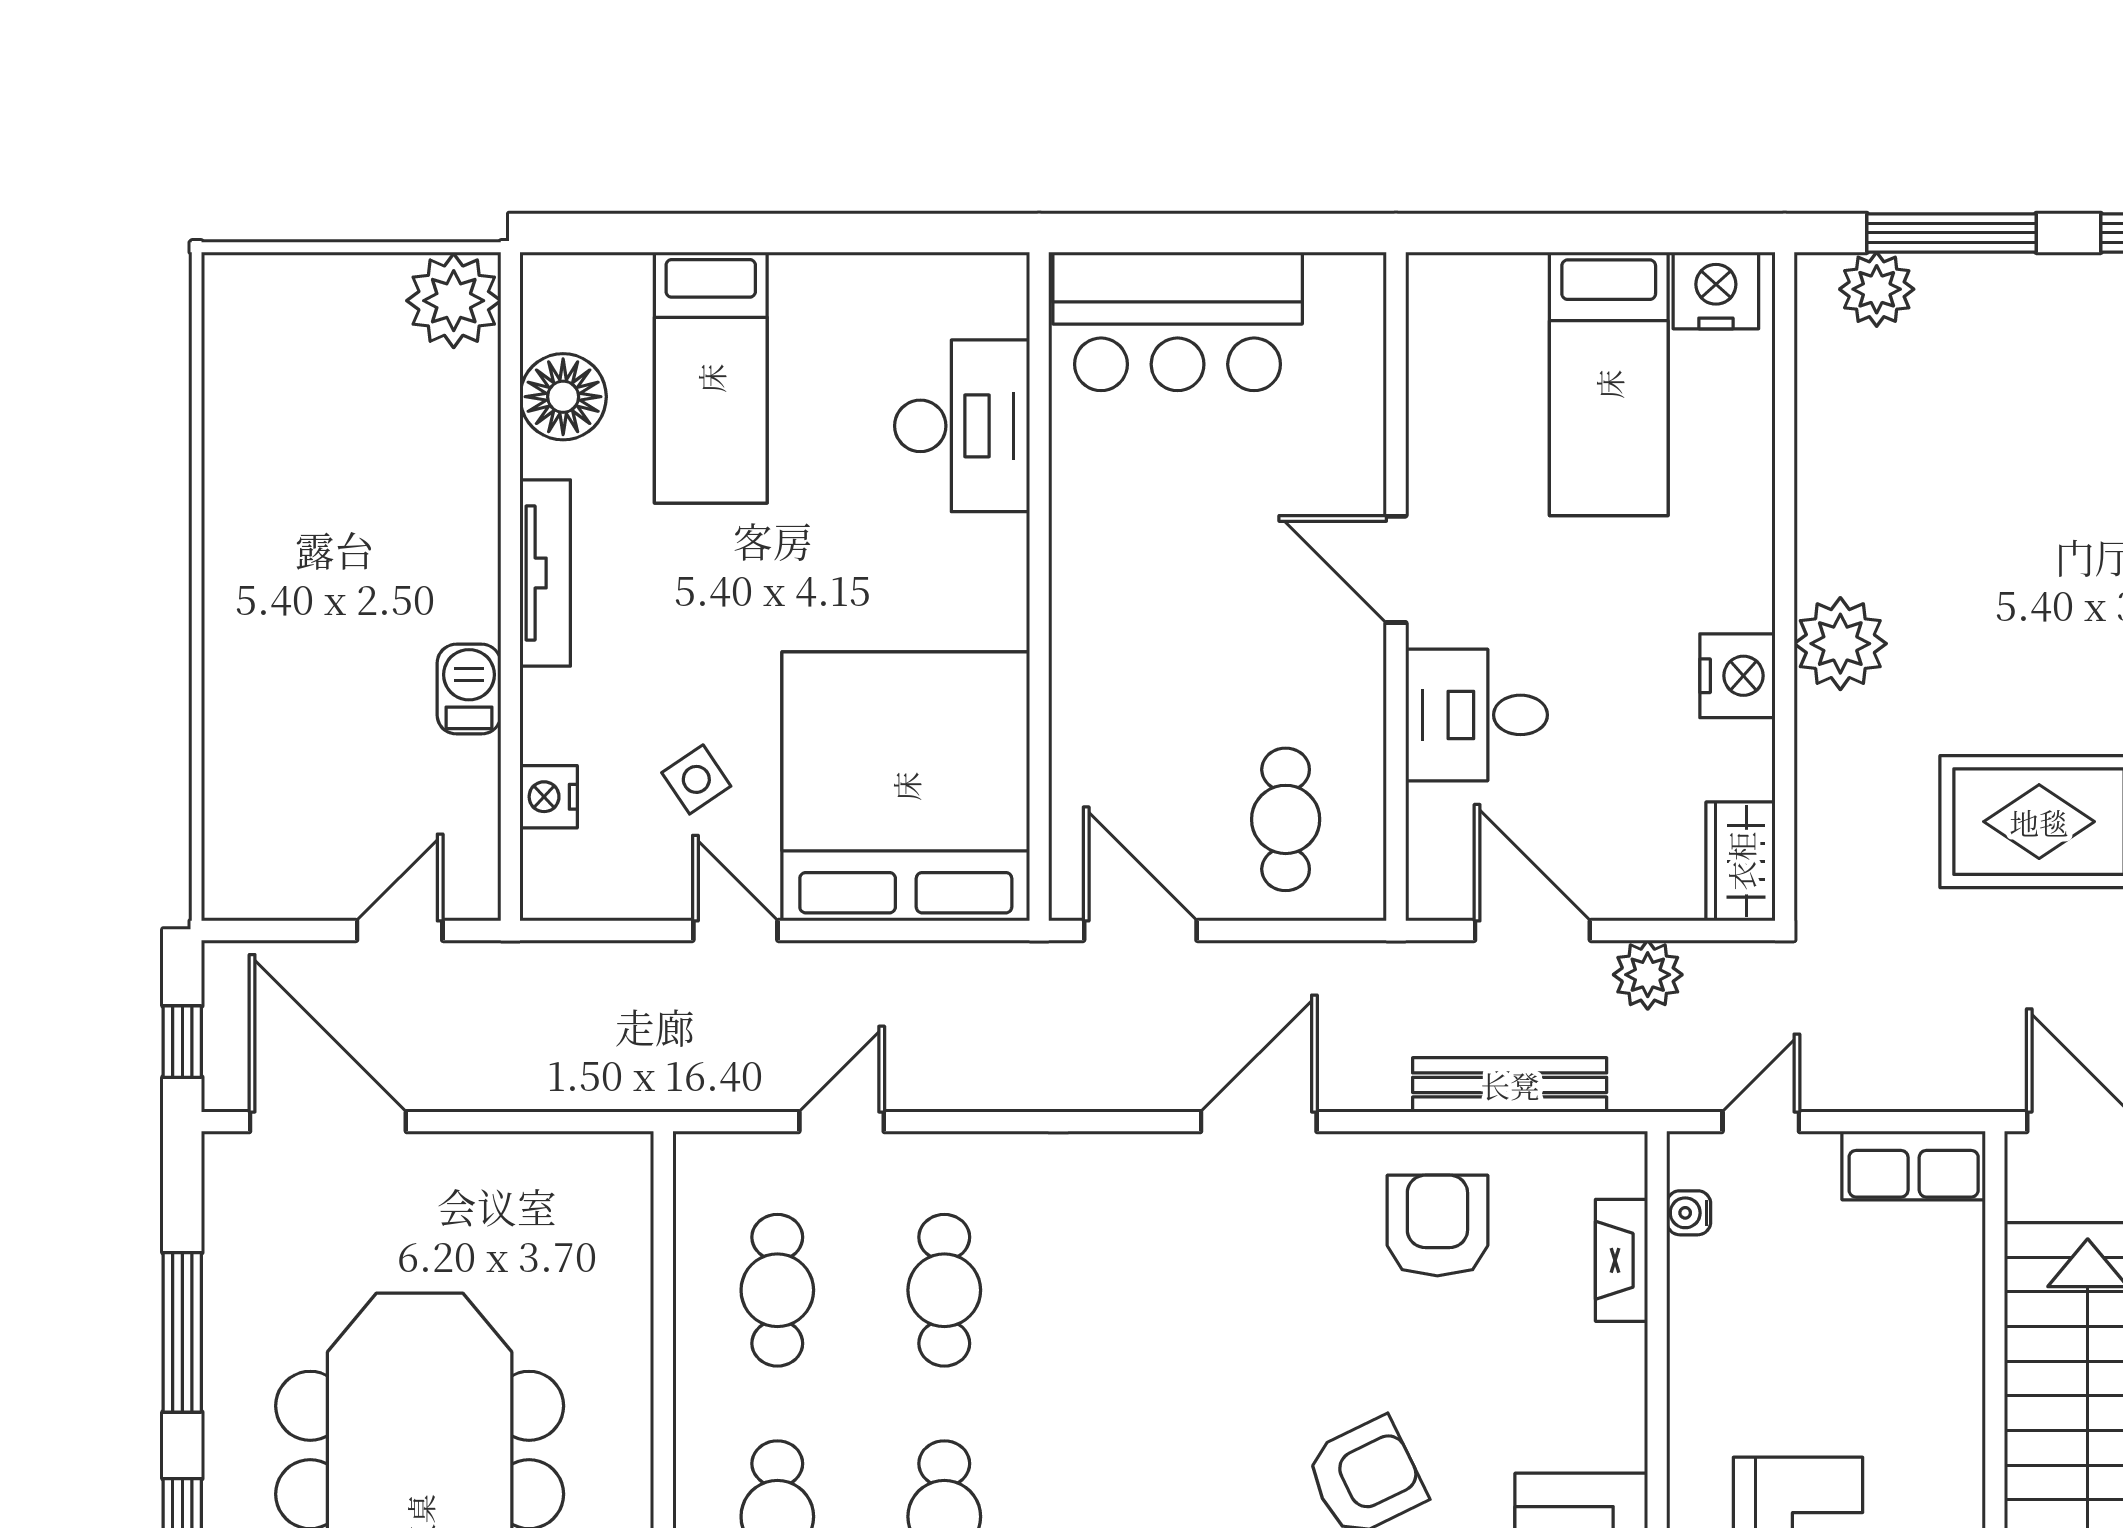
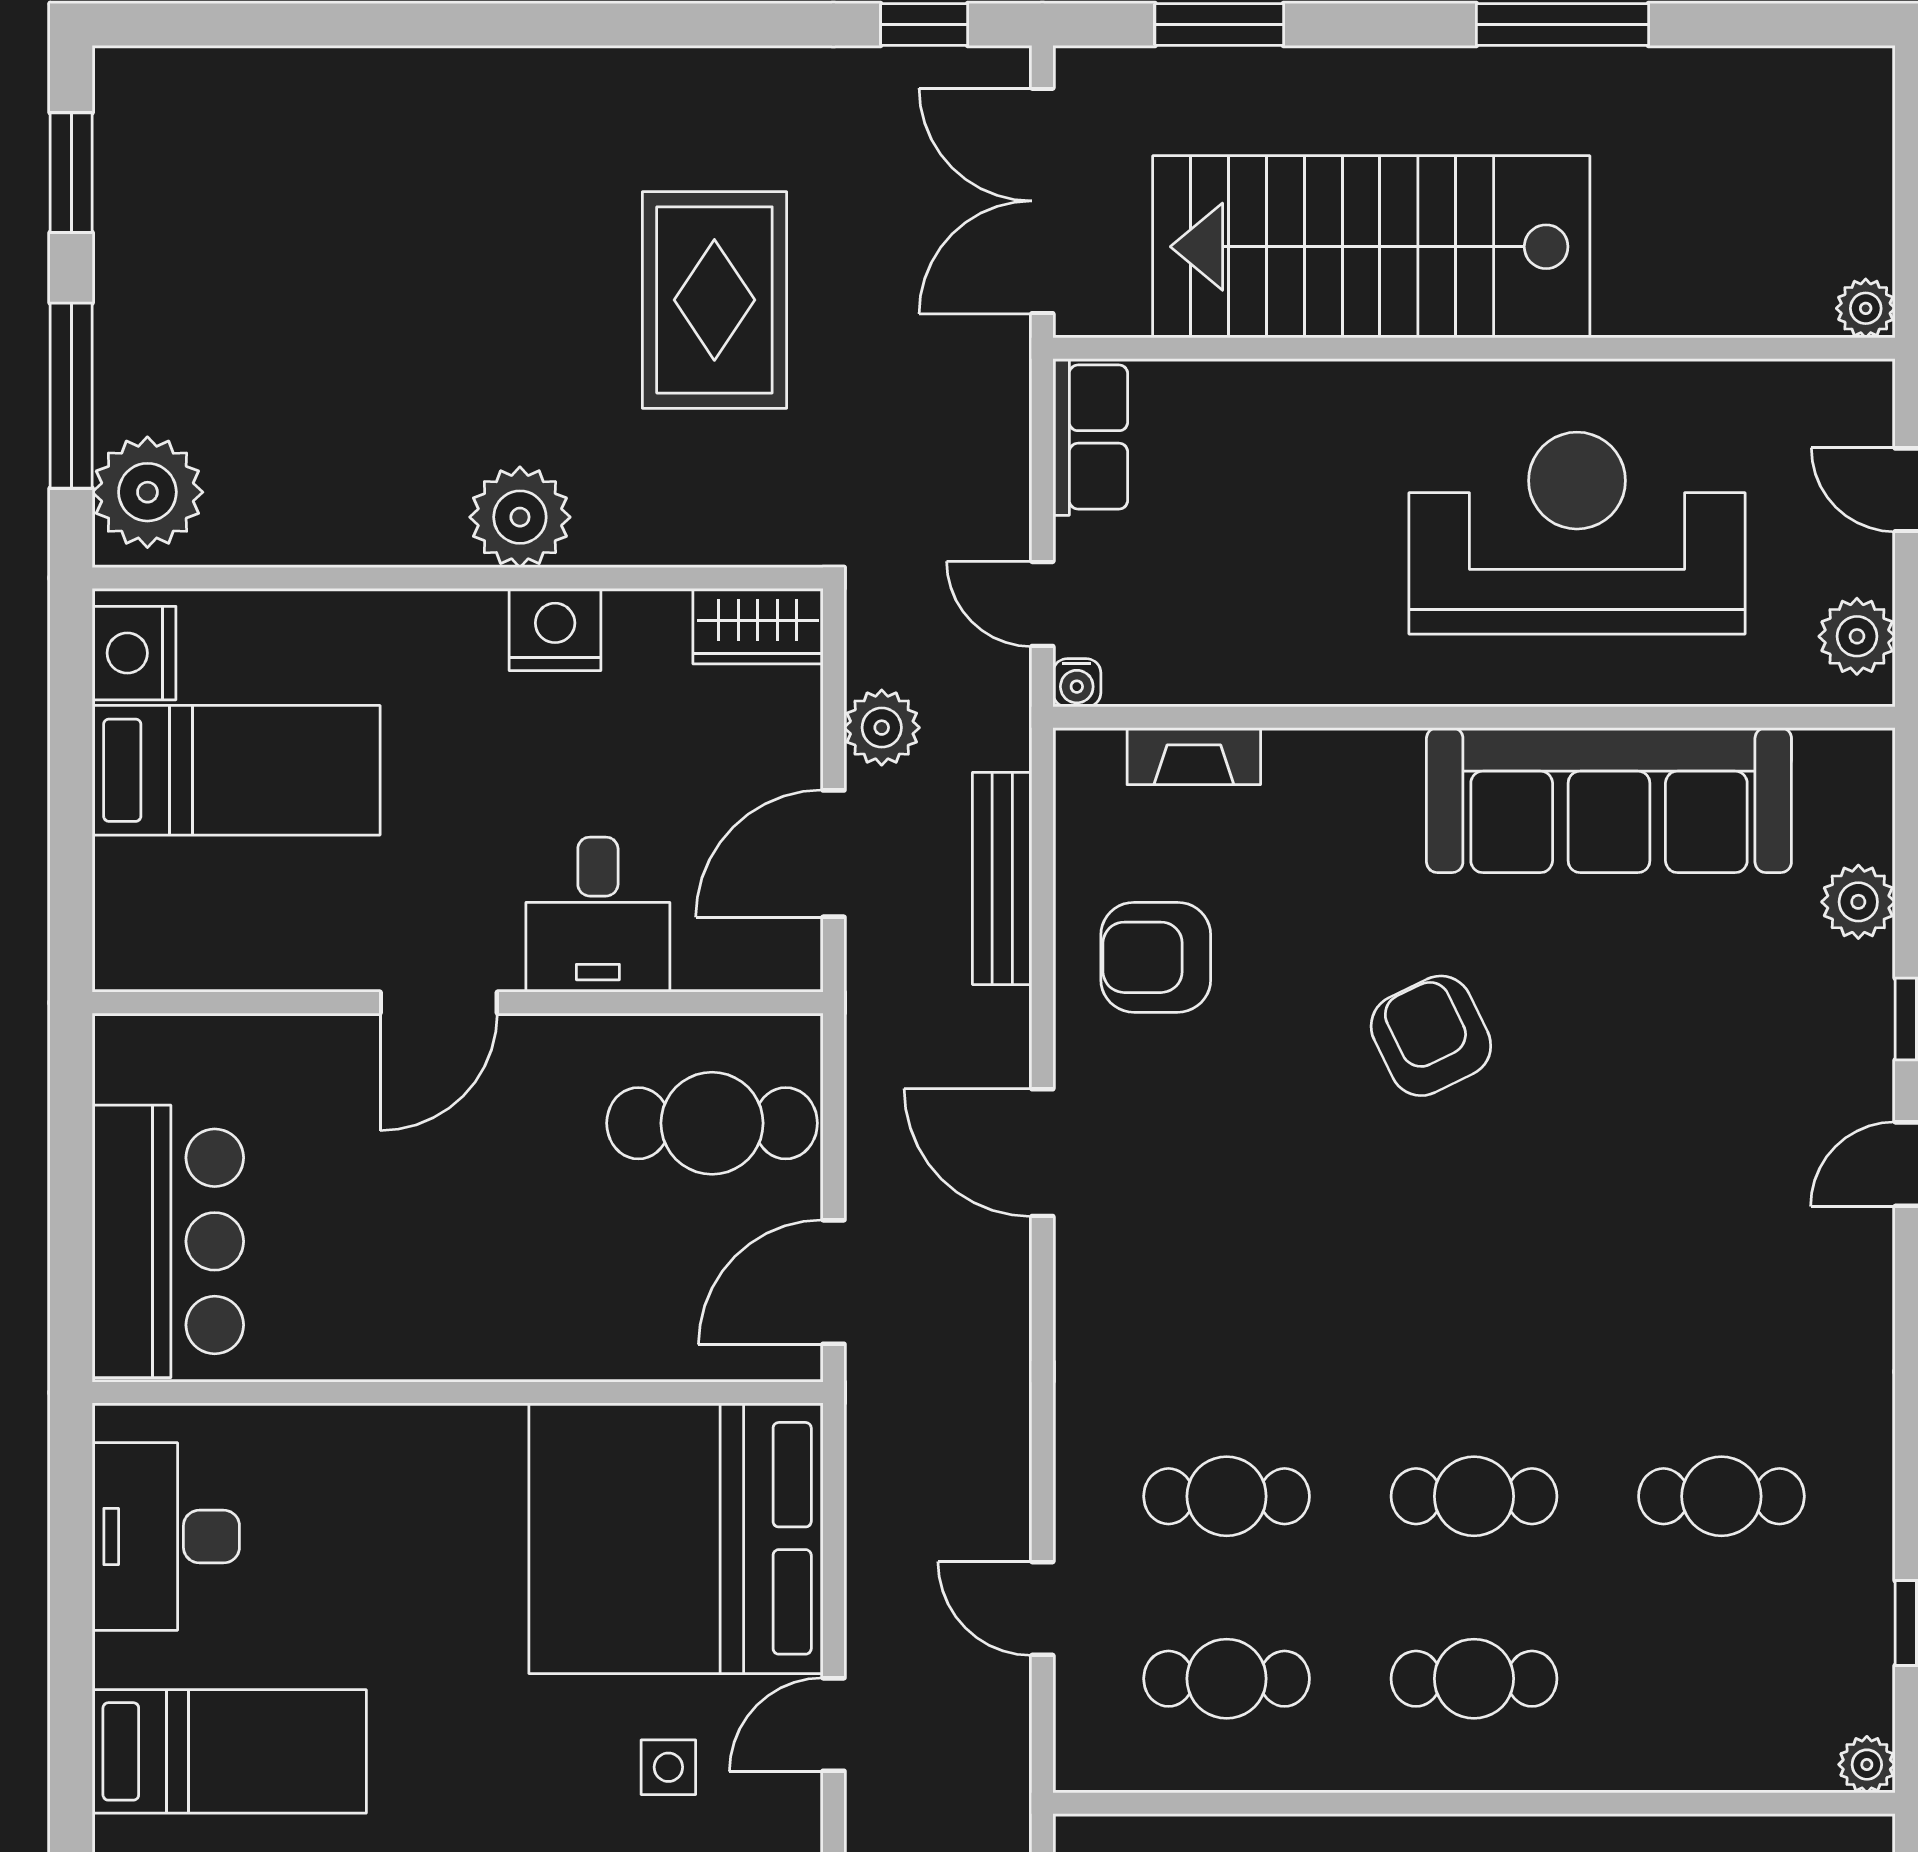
plant: (1877, 289) -> (147, 492), width x1.36, depth x1.36
desk: (962, 426) -> (166, 1537), moved, turned -90
side table: (696, 779) -> (668, 1767), turned 34
cafe table: (1286, 819) -> (712, 1123), width x1.37, depth x1.35
water cooler: (1689, 1213) -> (1077, 683), moved

